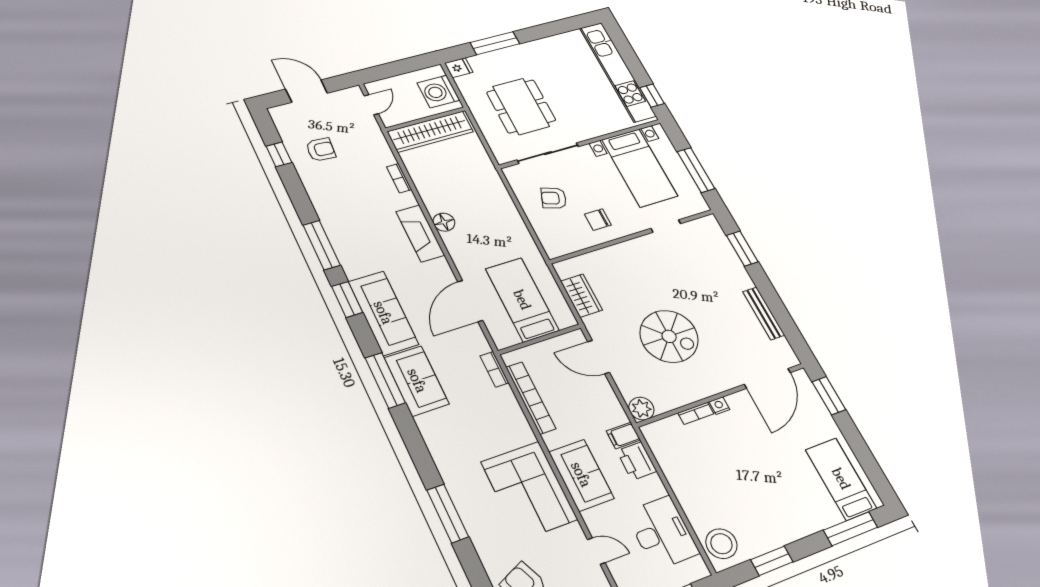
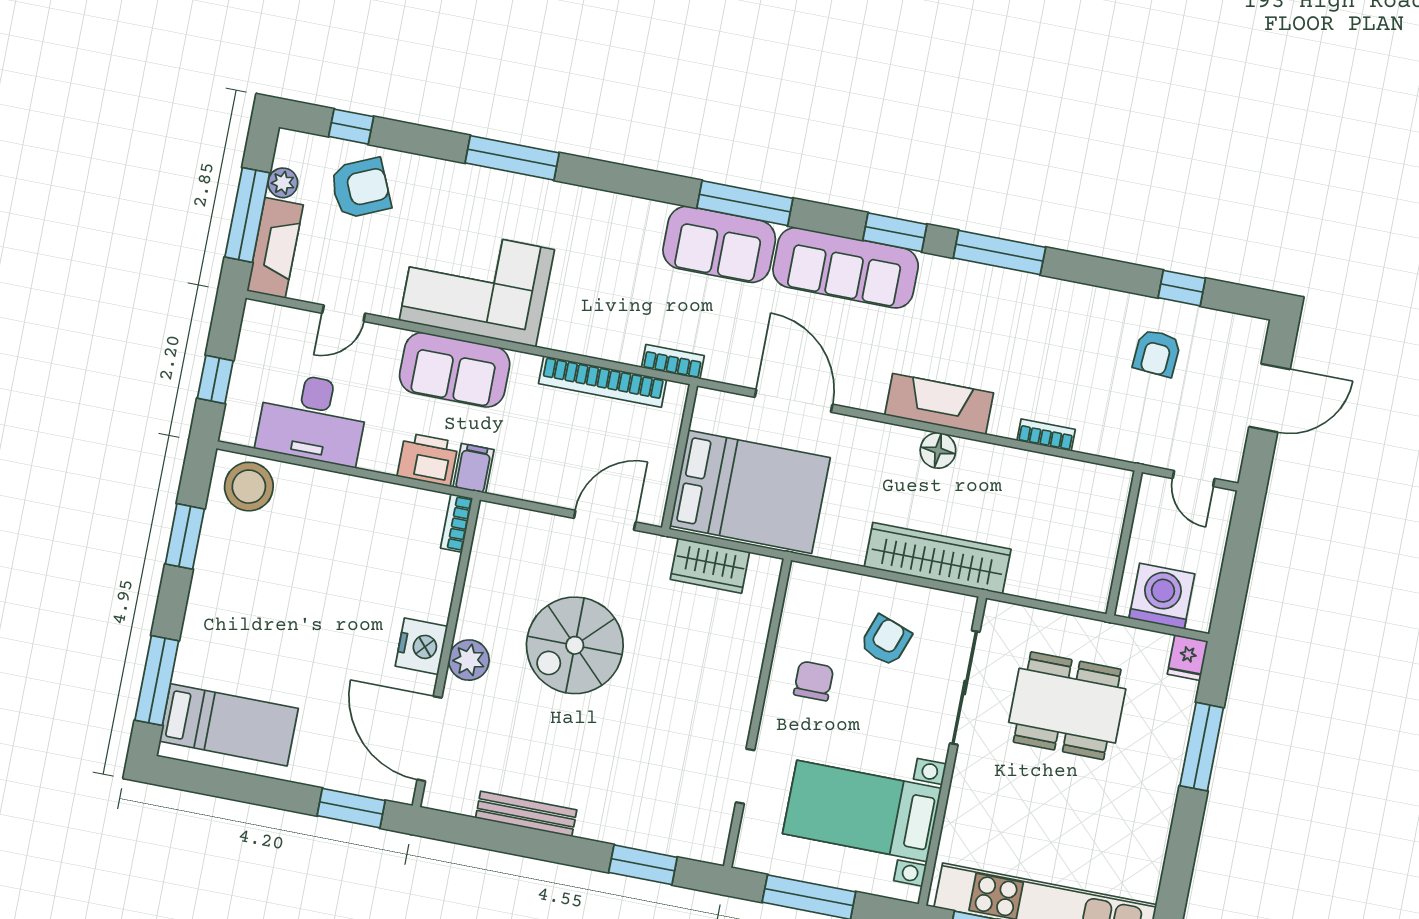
wardrobe: (430, 132) -> (938, 558), moved, turned 90
bed: (522, 300) -> (750, 492), width x1.50
nightstand: (719, 406) -> (421, 646), width x1.89, depth x1.79
plant: (641, 409) -> (469, 660), moved
bookcase: (696, 413) -> (457, 523), moved

